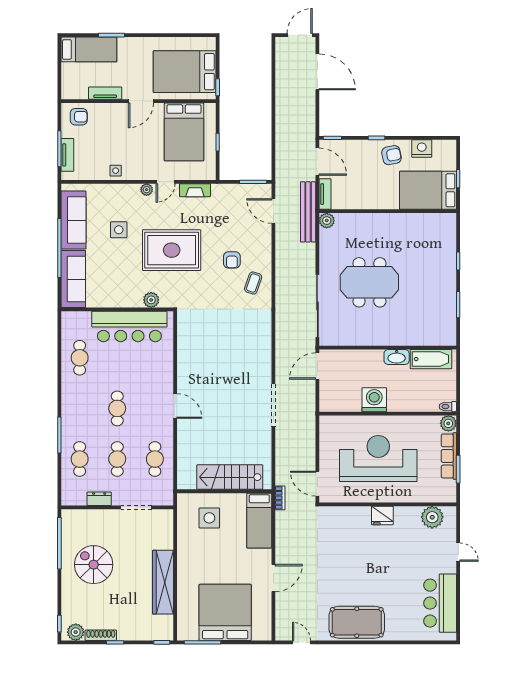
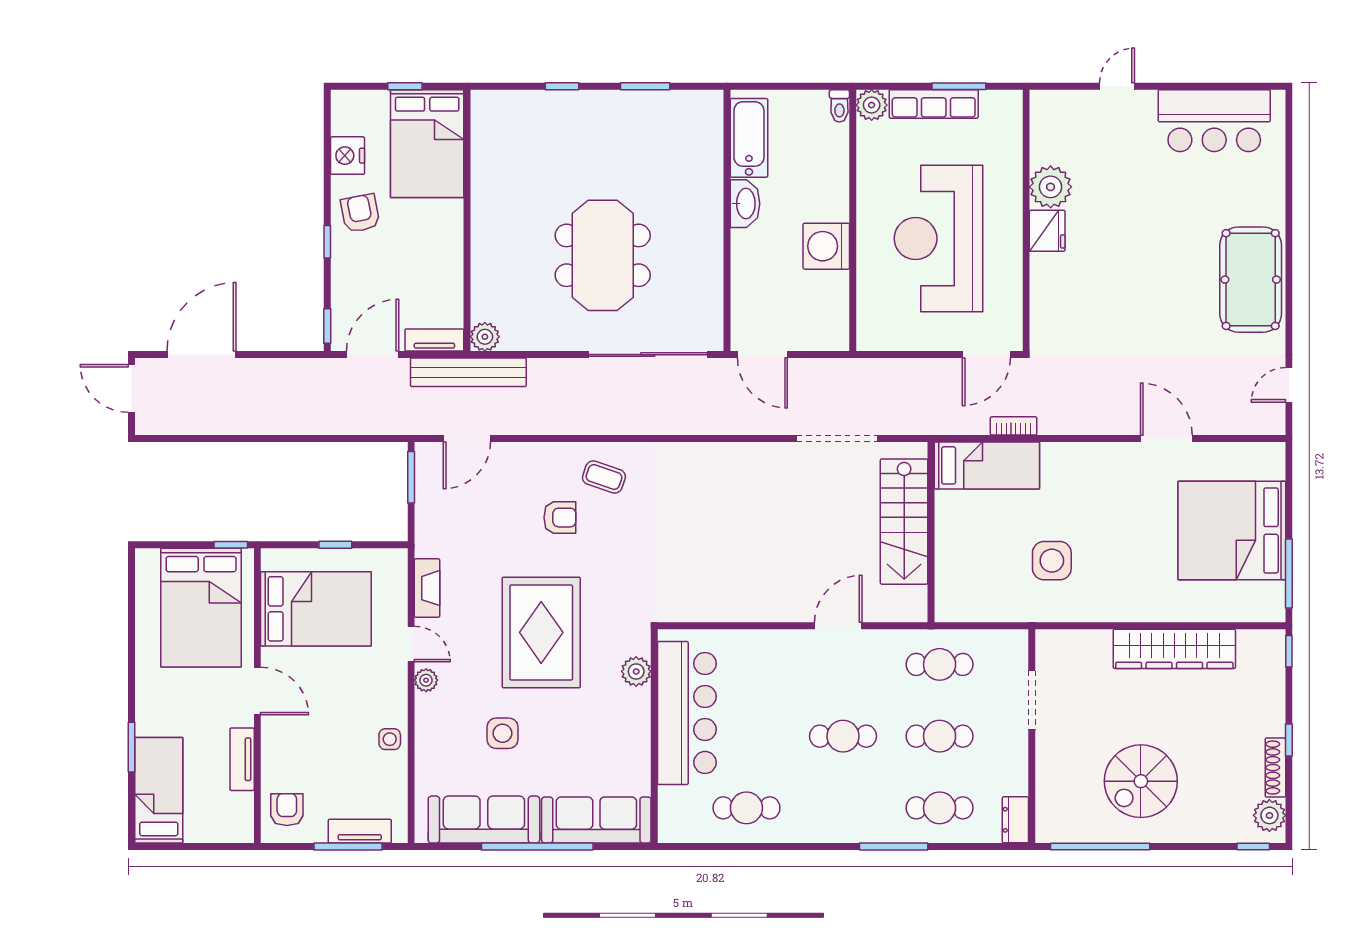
stairs: (230, 477) -> (904, 522), moved
wall: (224, 491) -> (931, 532), moved
dresser: (99, 499) -> (1015, 820), moved
plant: (432, 517) -> (1051, 187), moved
bed: (259, 521) -> (987, 465), moved

